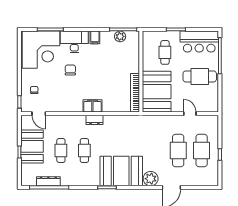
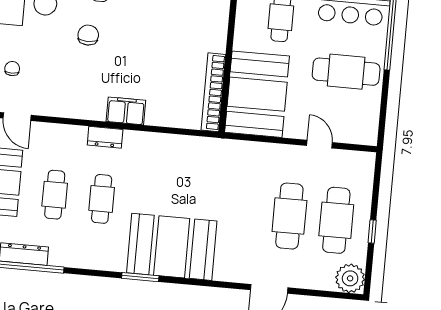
dresser: (94, 120) -> (105, 137), moved
plant: (151, 179) -> (350, 278), moved

